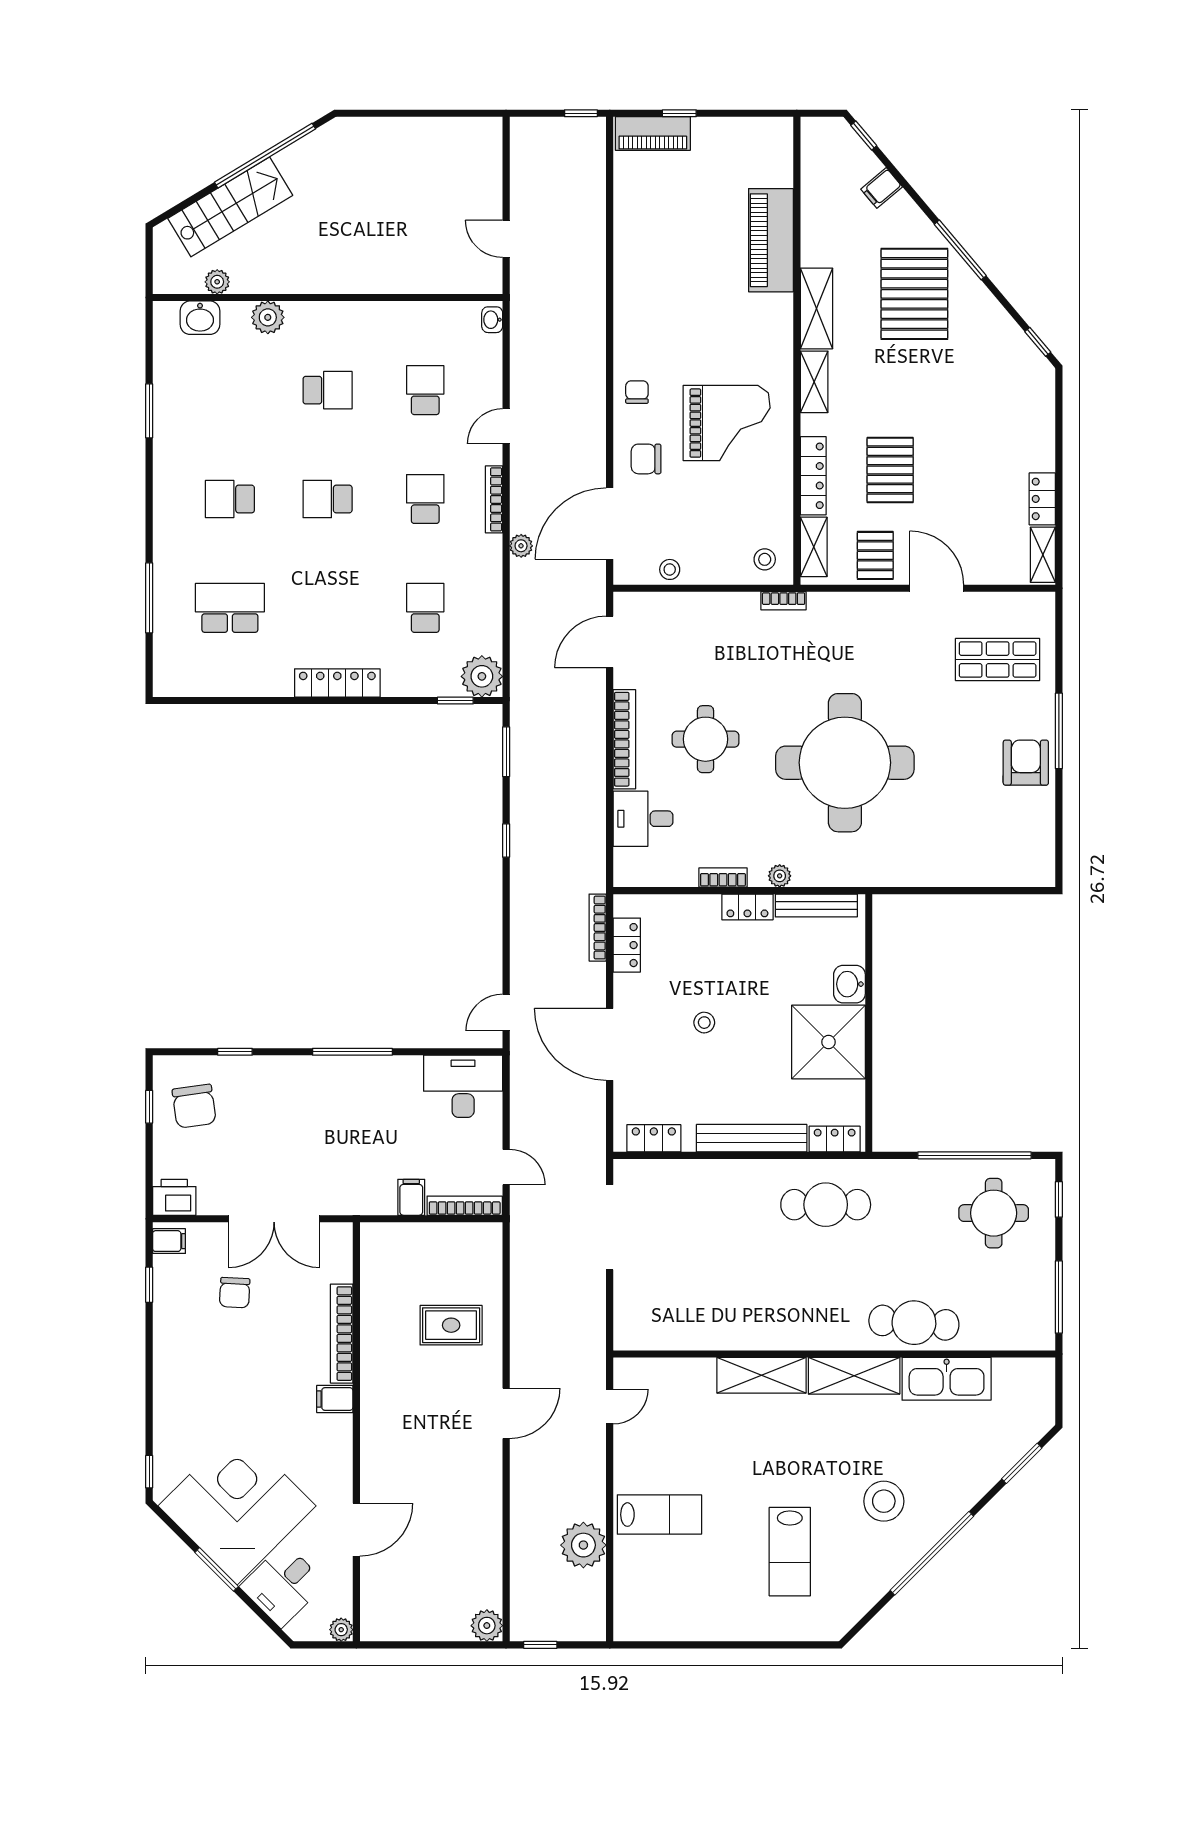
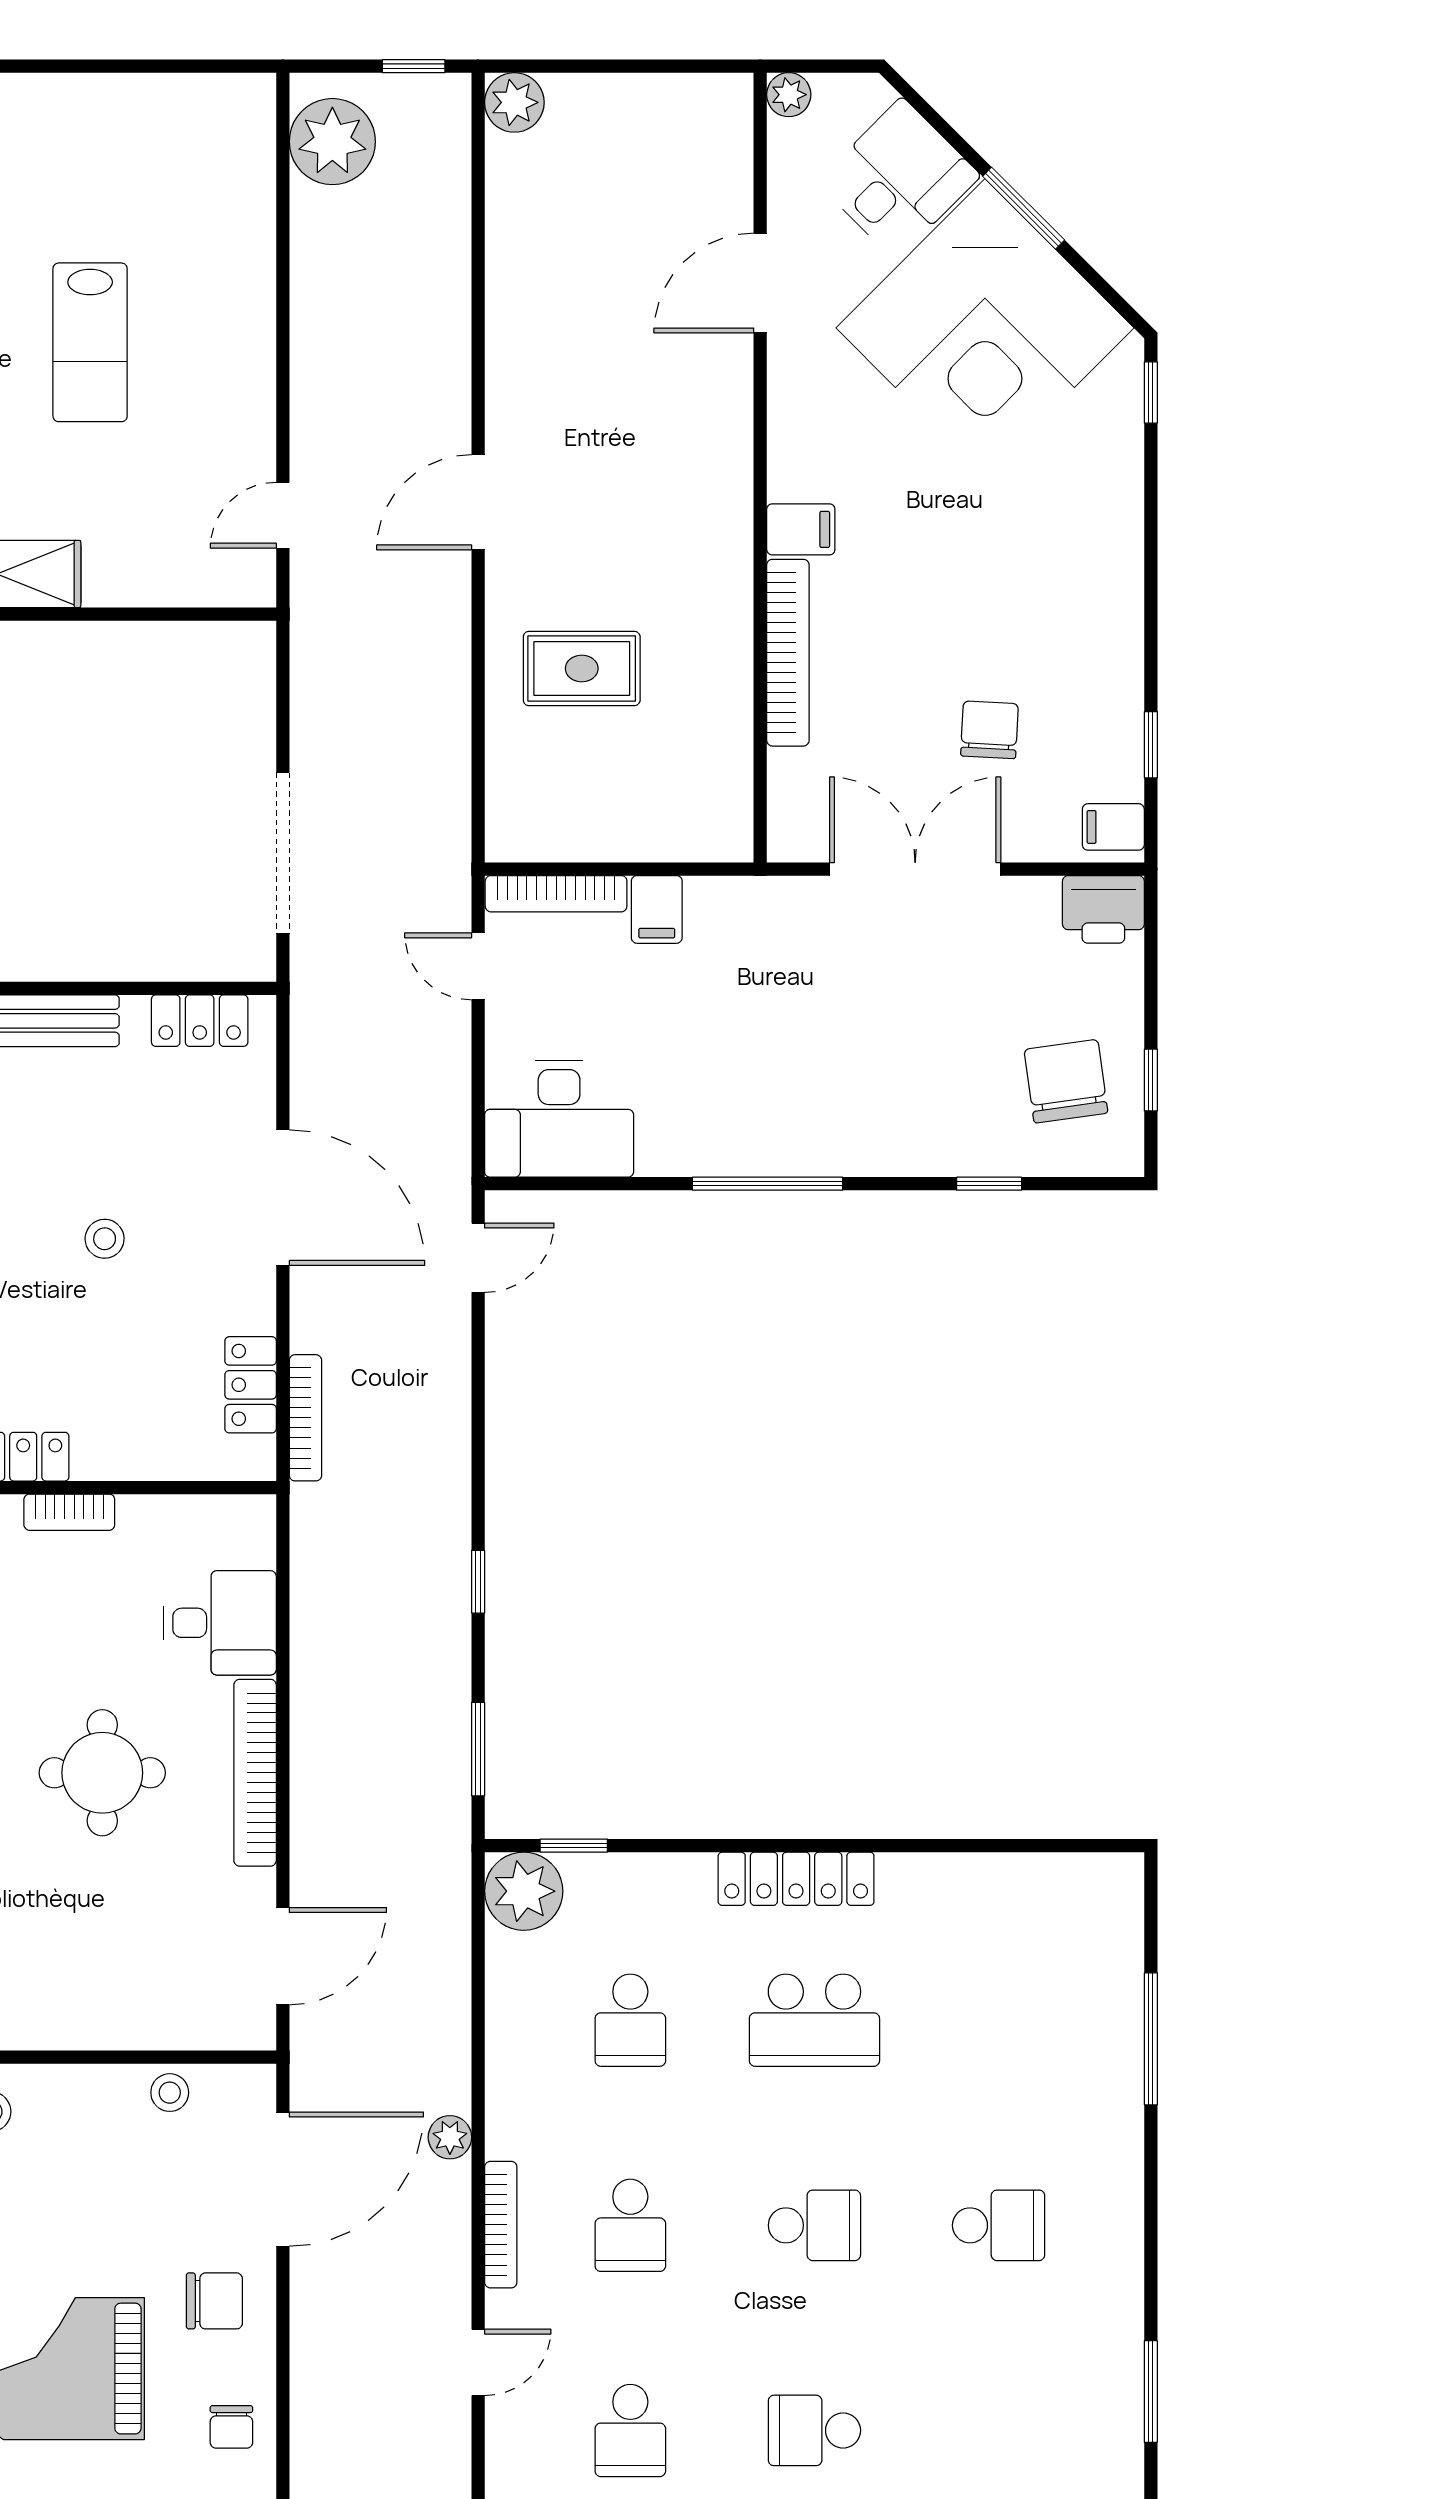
school desk: (230, 608) -> (814, 2020), moved
lab bench: (659, 1515) -> (90, 342), moved, turned -90
plant: (583, 1545) -> (332, 142), moved

